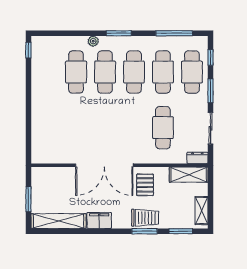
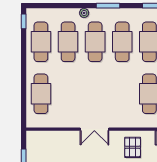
cafe table: (47, 72) -> (41, 42), added
cafe table: (47, 128) -> (41, 94), added
double door: (104, 165) -> (94, 129), width x0.54

